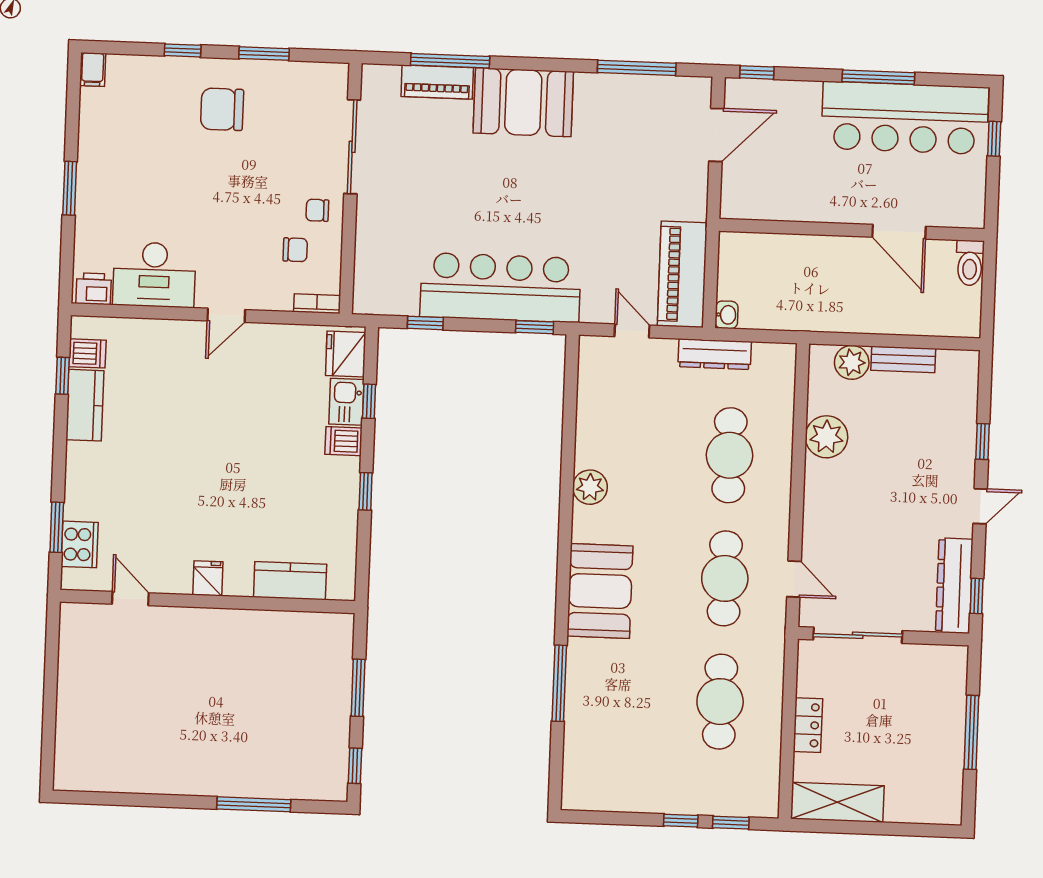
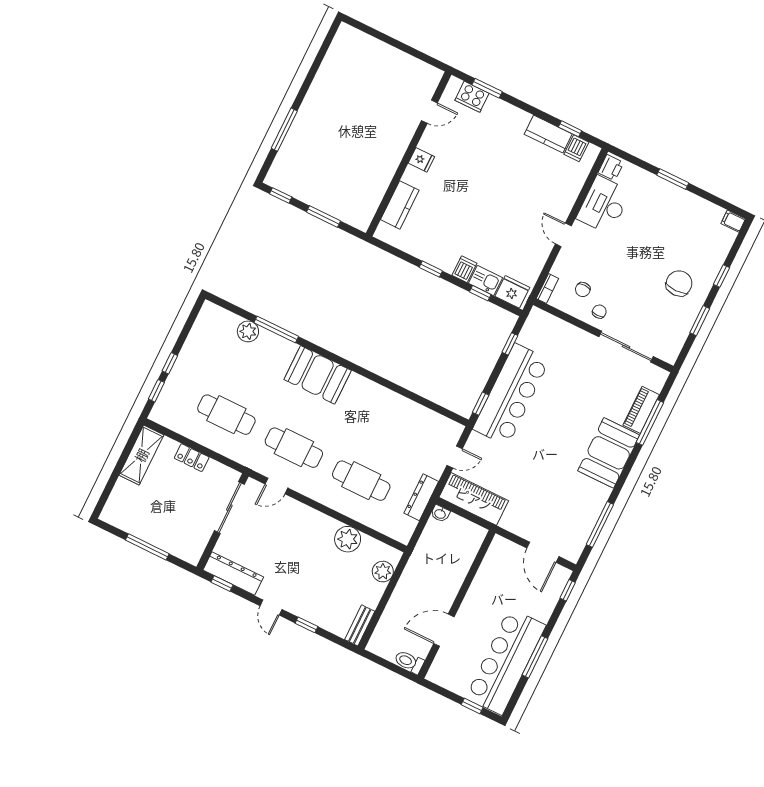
bench: (903, 359) -> (360, 625), moved
plant: (590, 487) -> (248, 331), moved

